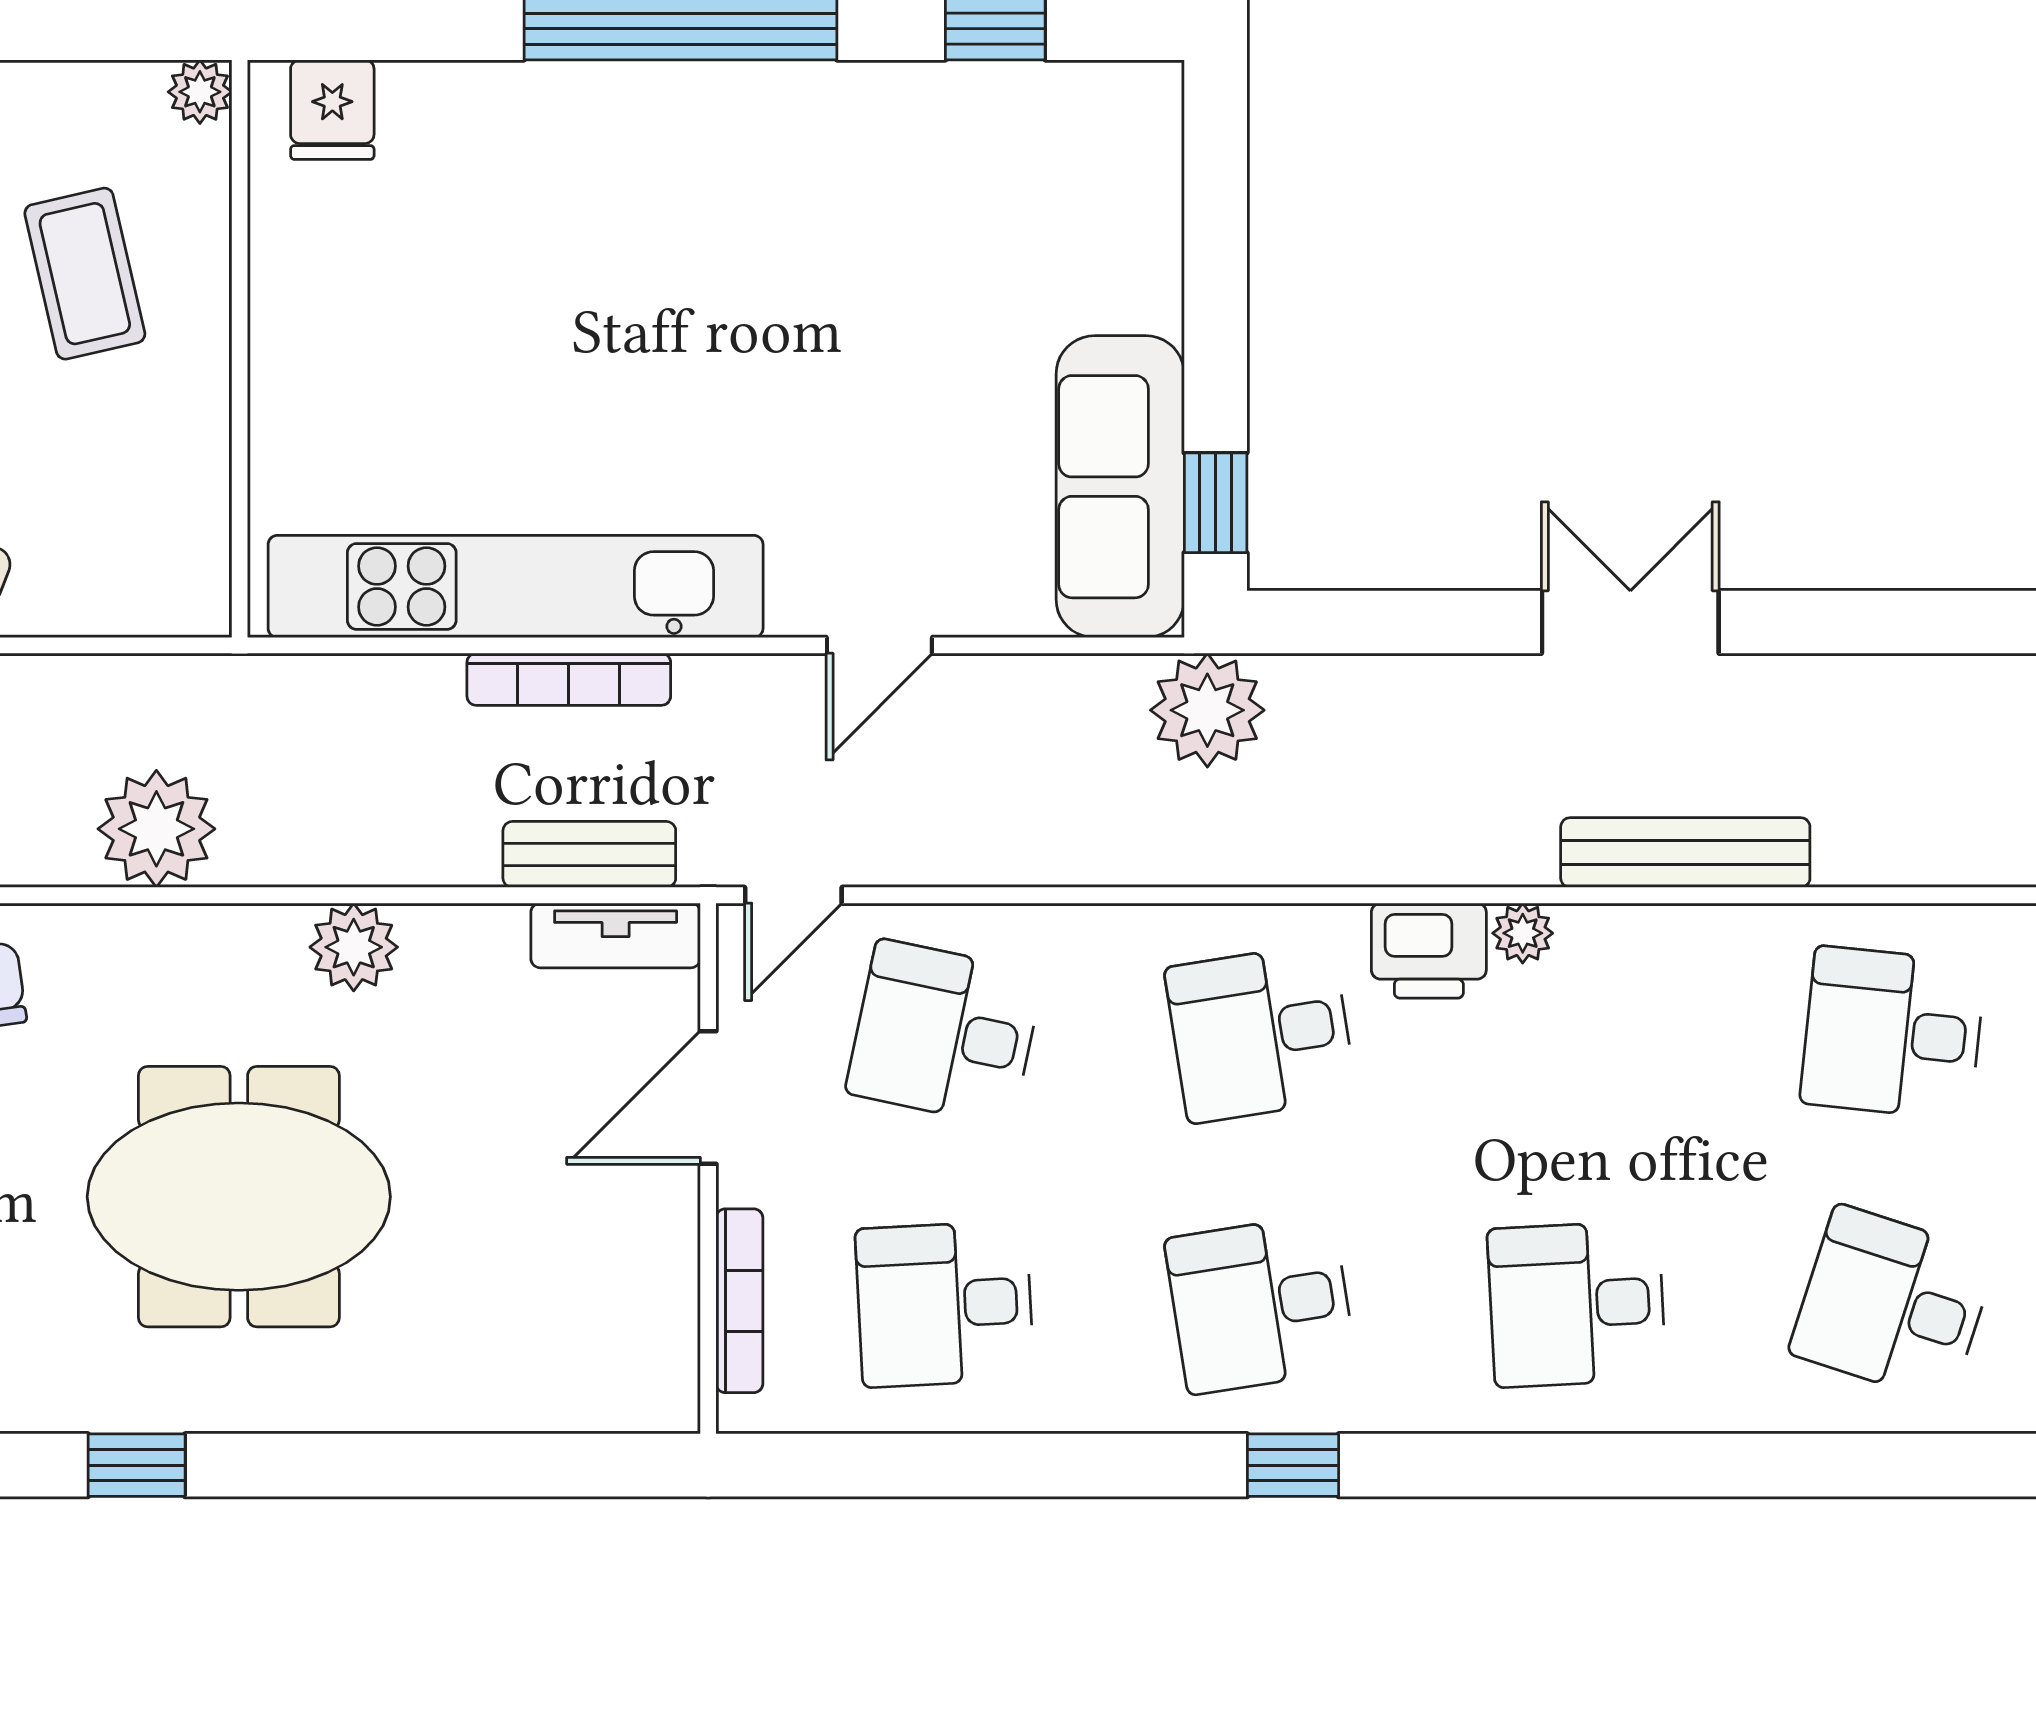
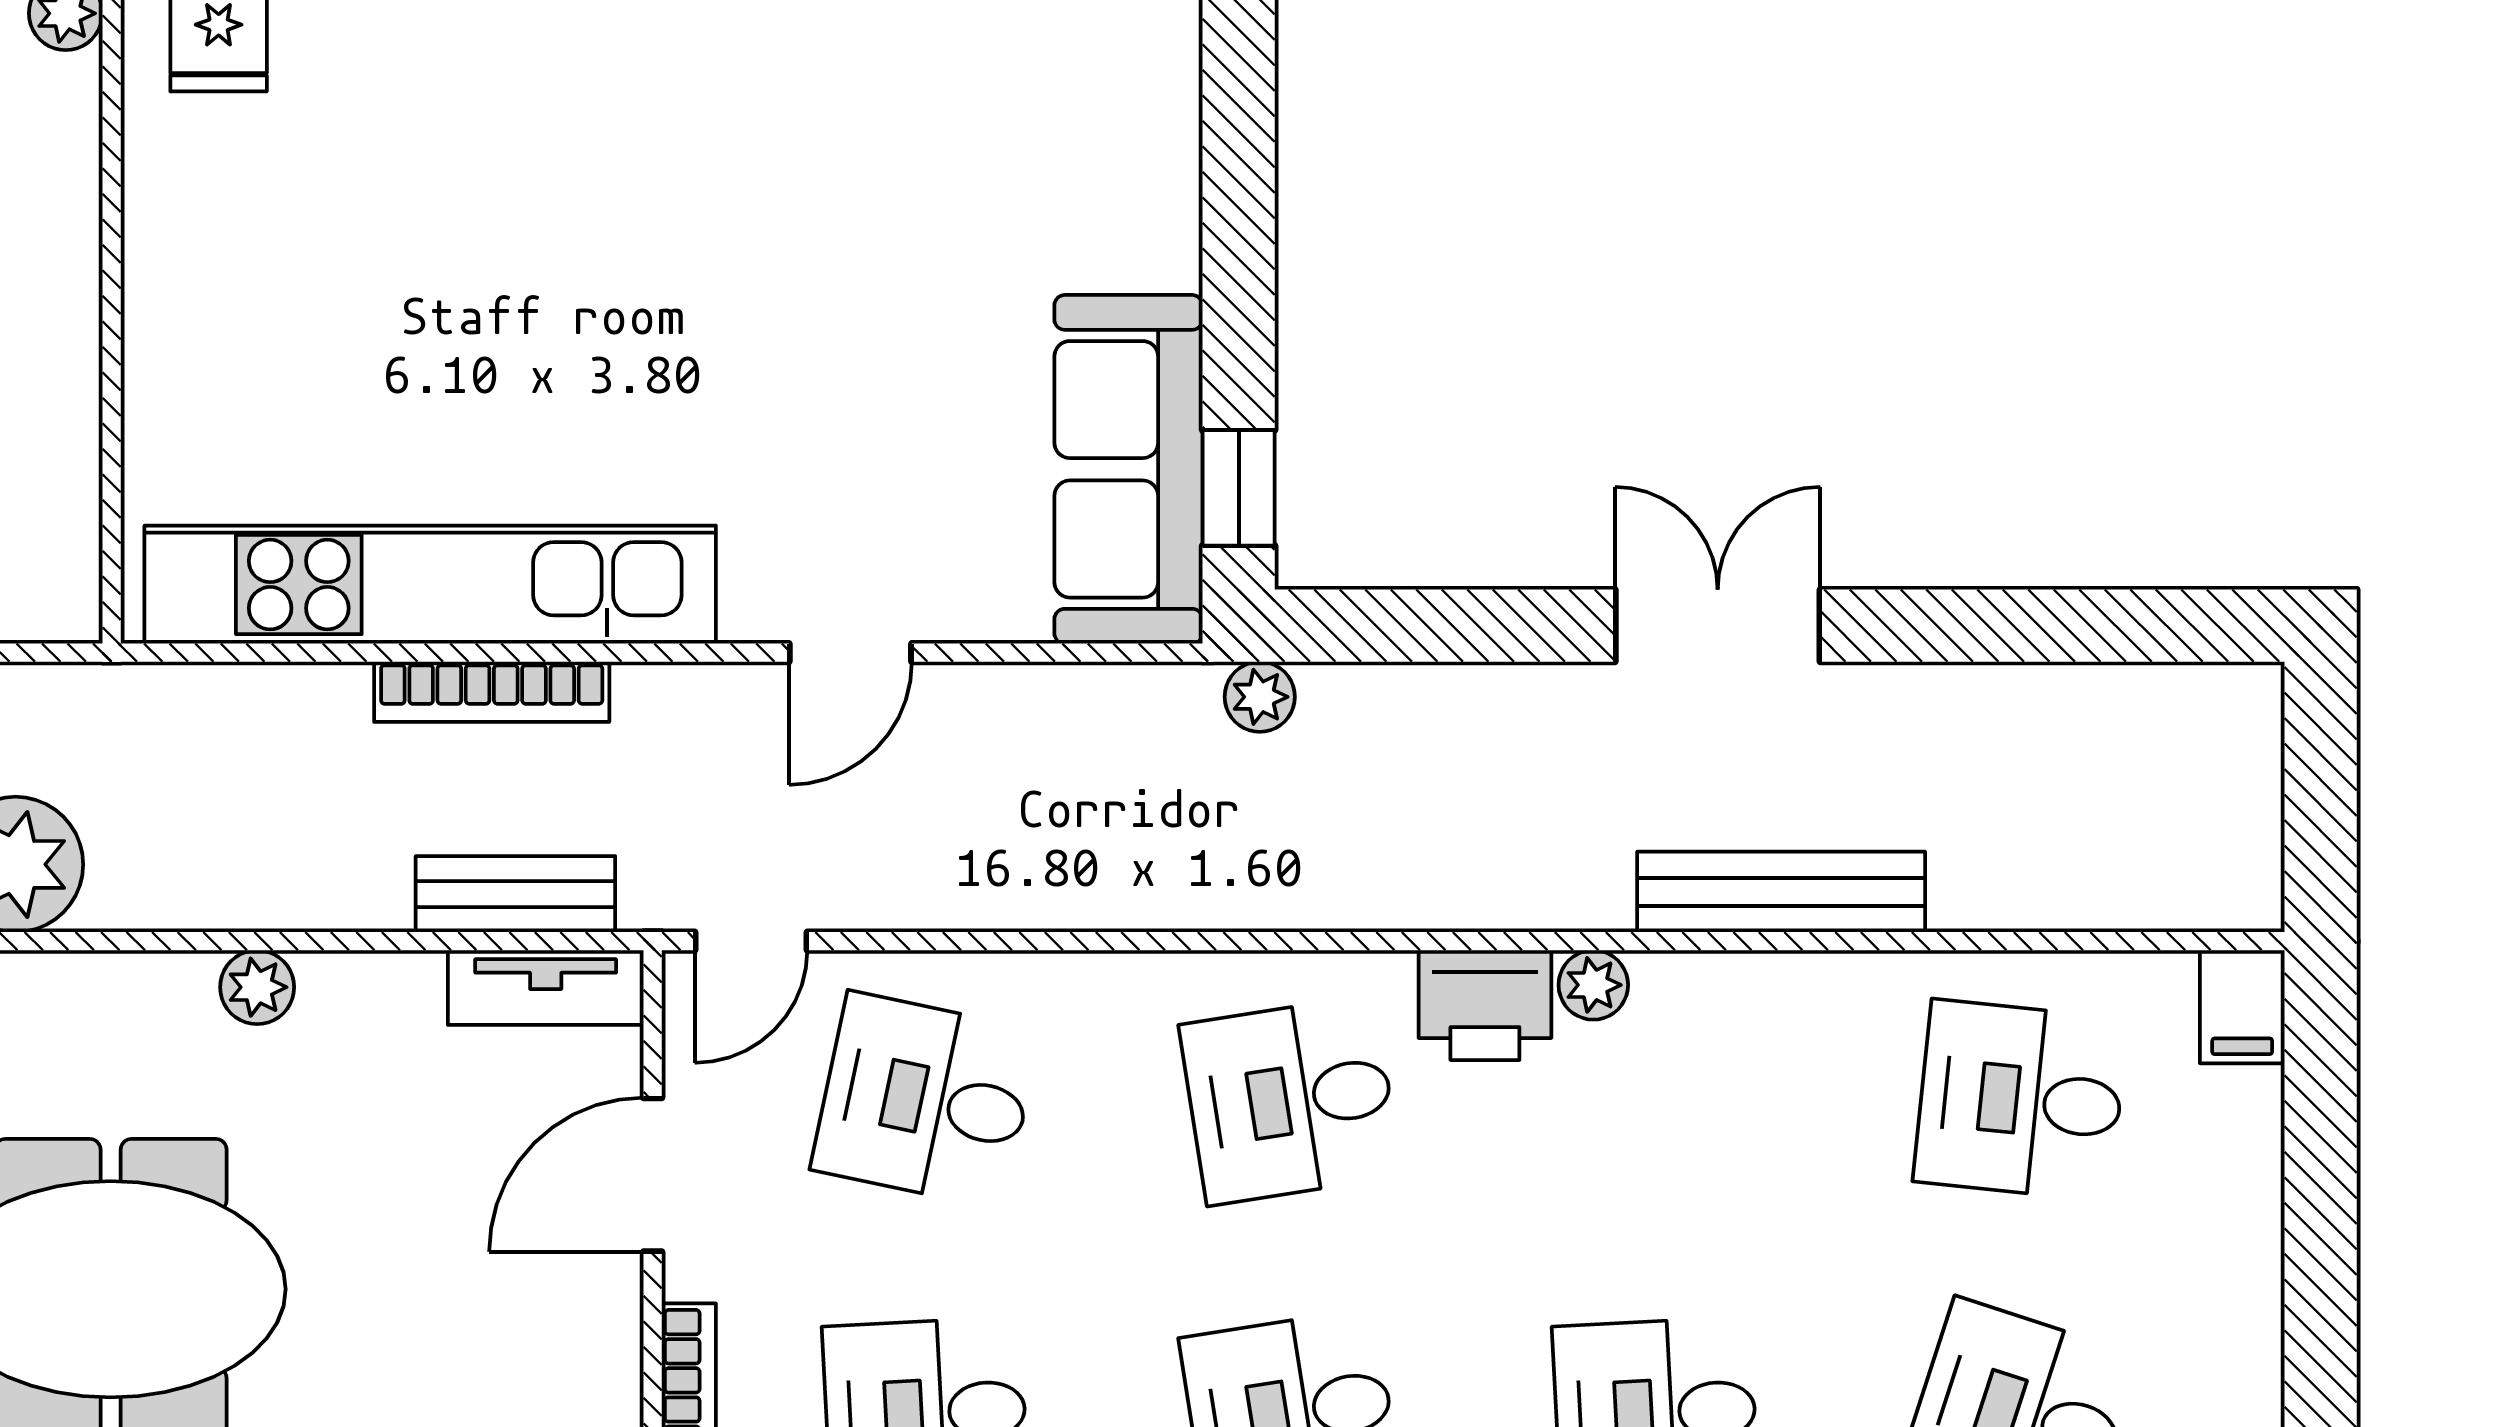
plant: (1207, 710) -> (1260, 697), width x0.53, depth x0.53
plant: (354, 947) -> (257, 987), width x0.73, depth x0.73

